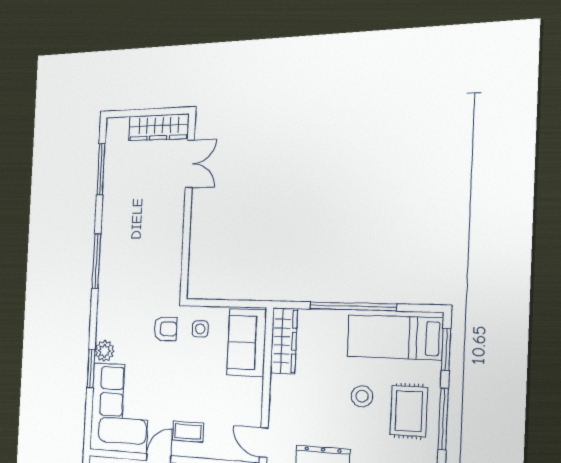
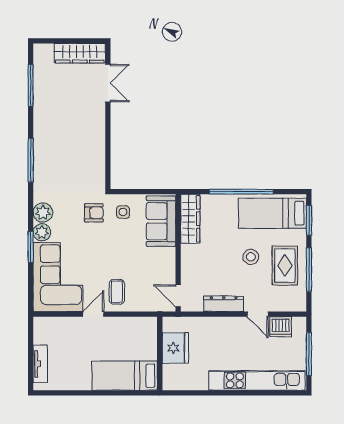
plant: (107, 326) -> (43, 213), added
coffee table: (188, 432) -> (117, 292), turned 90

